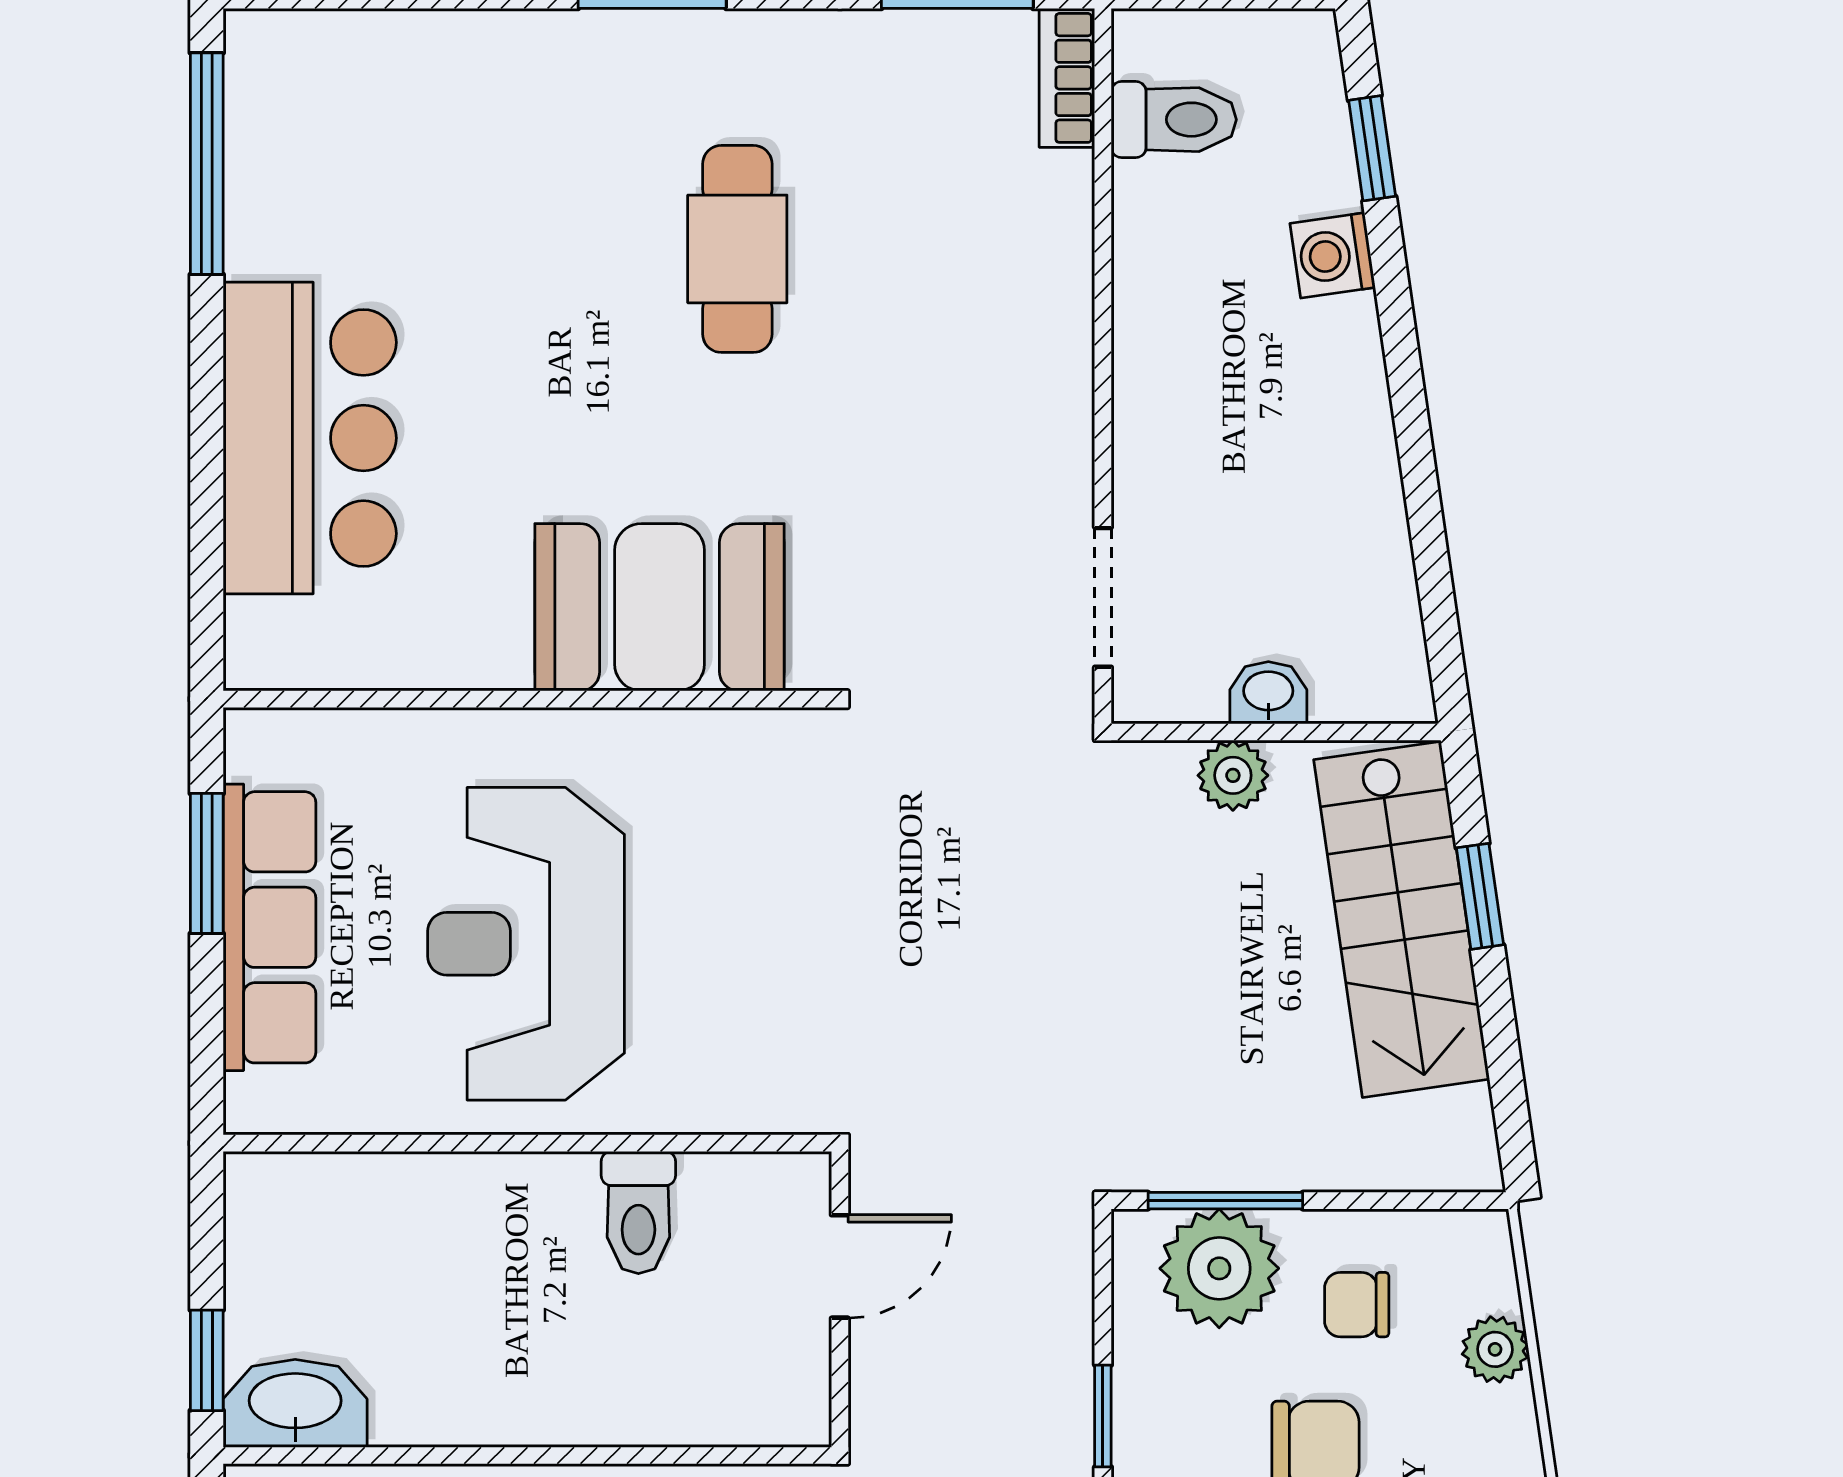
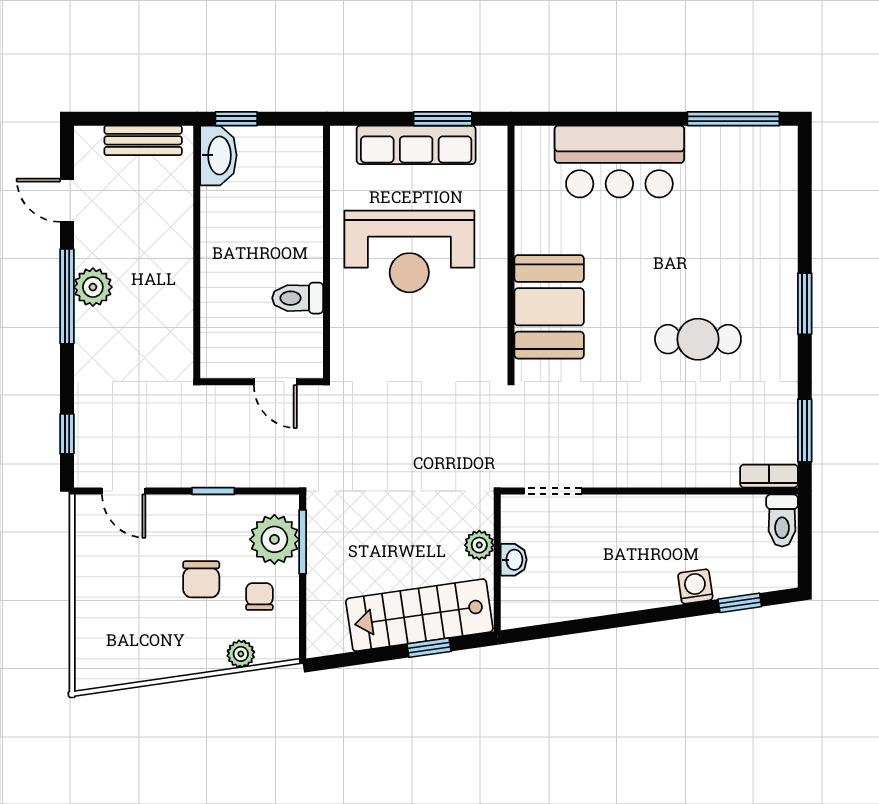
toilet: (1174, 120) -> (782, 520), moved
reception desk: (526, 944) -> (409, 251), turned 180

